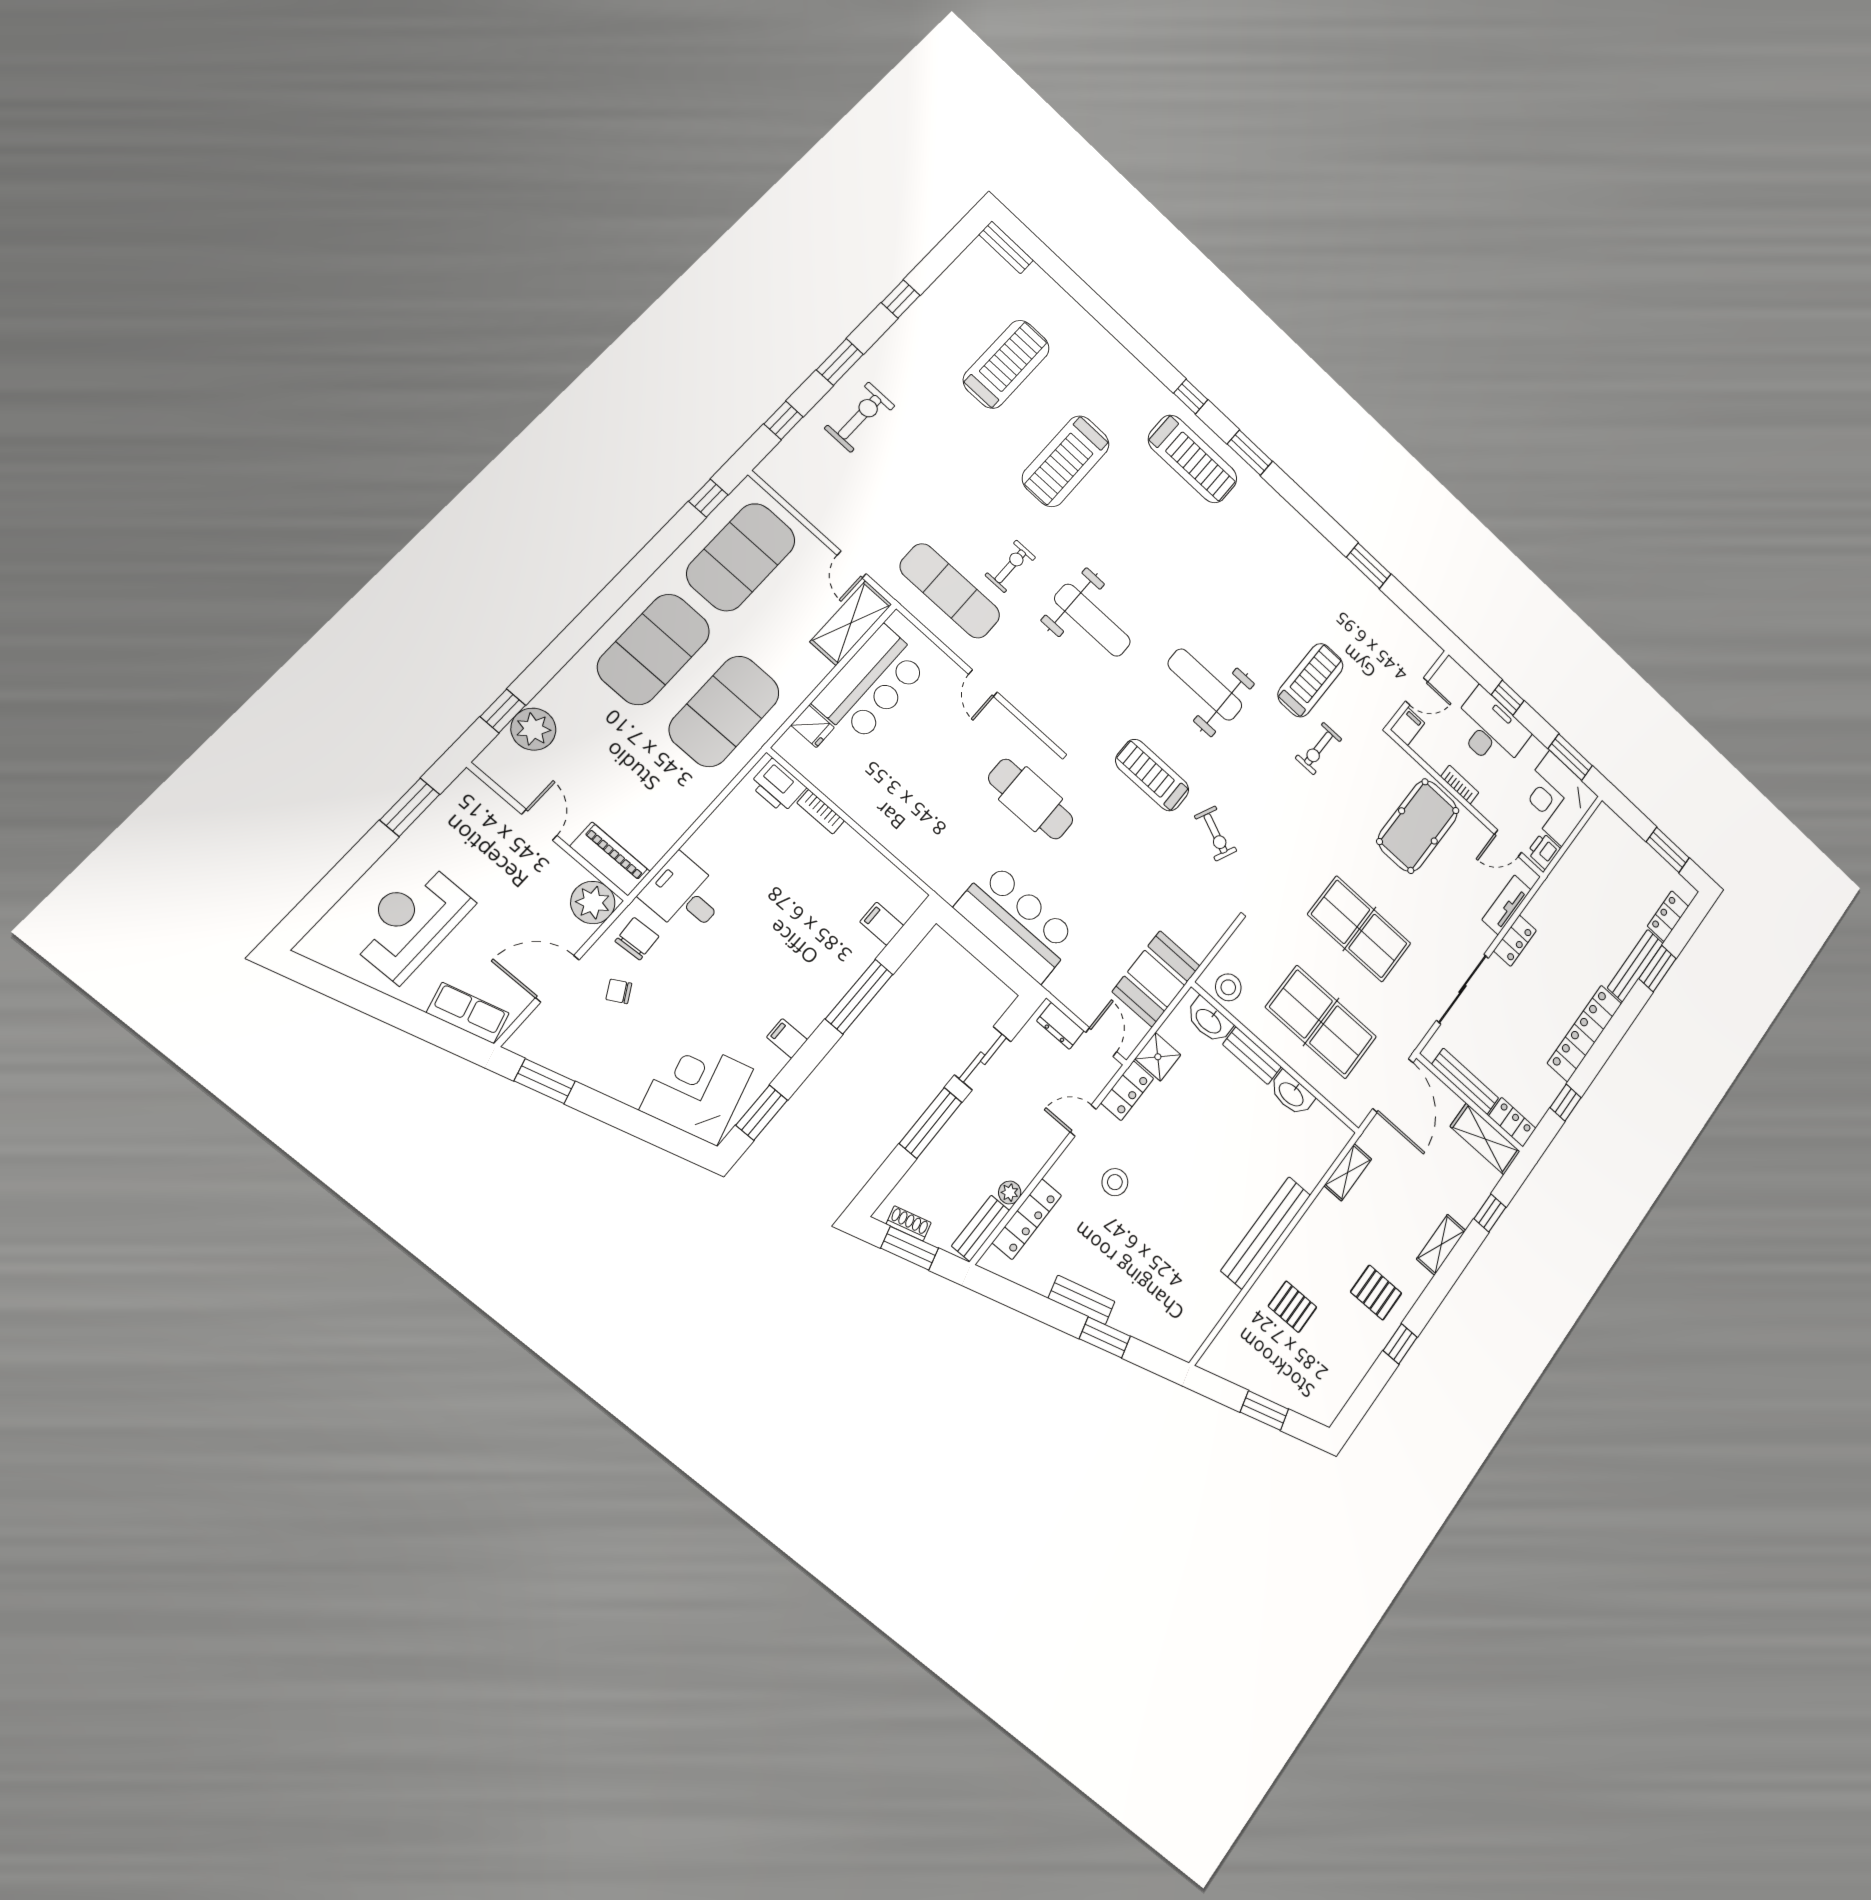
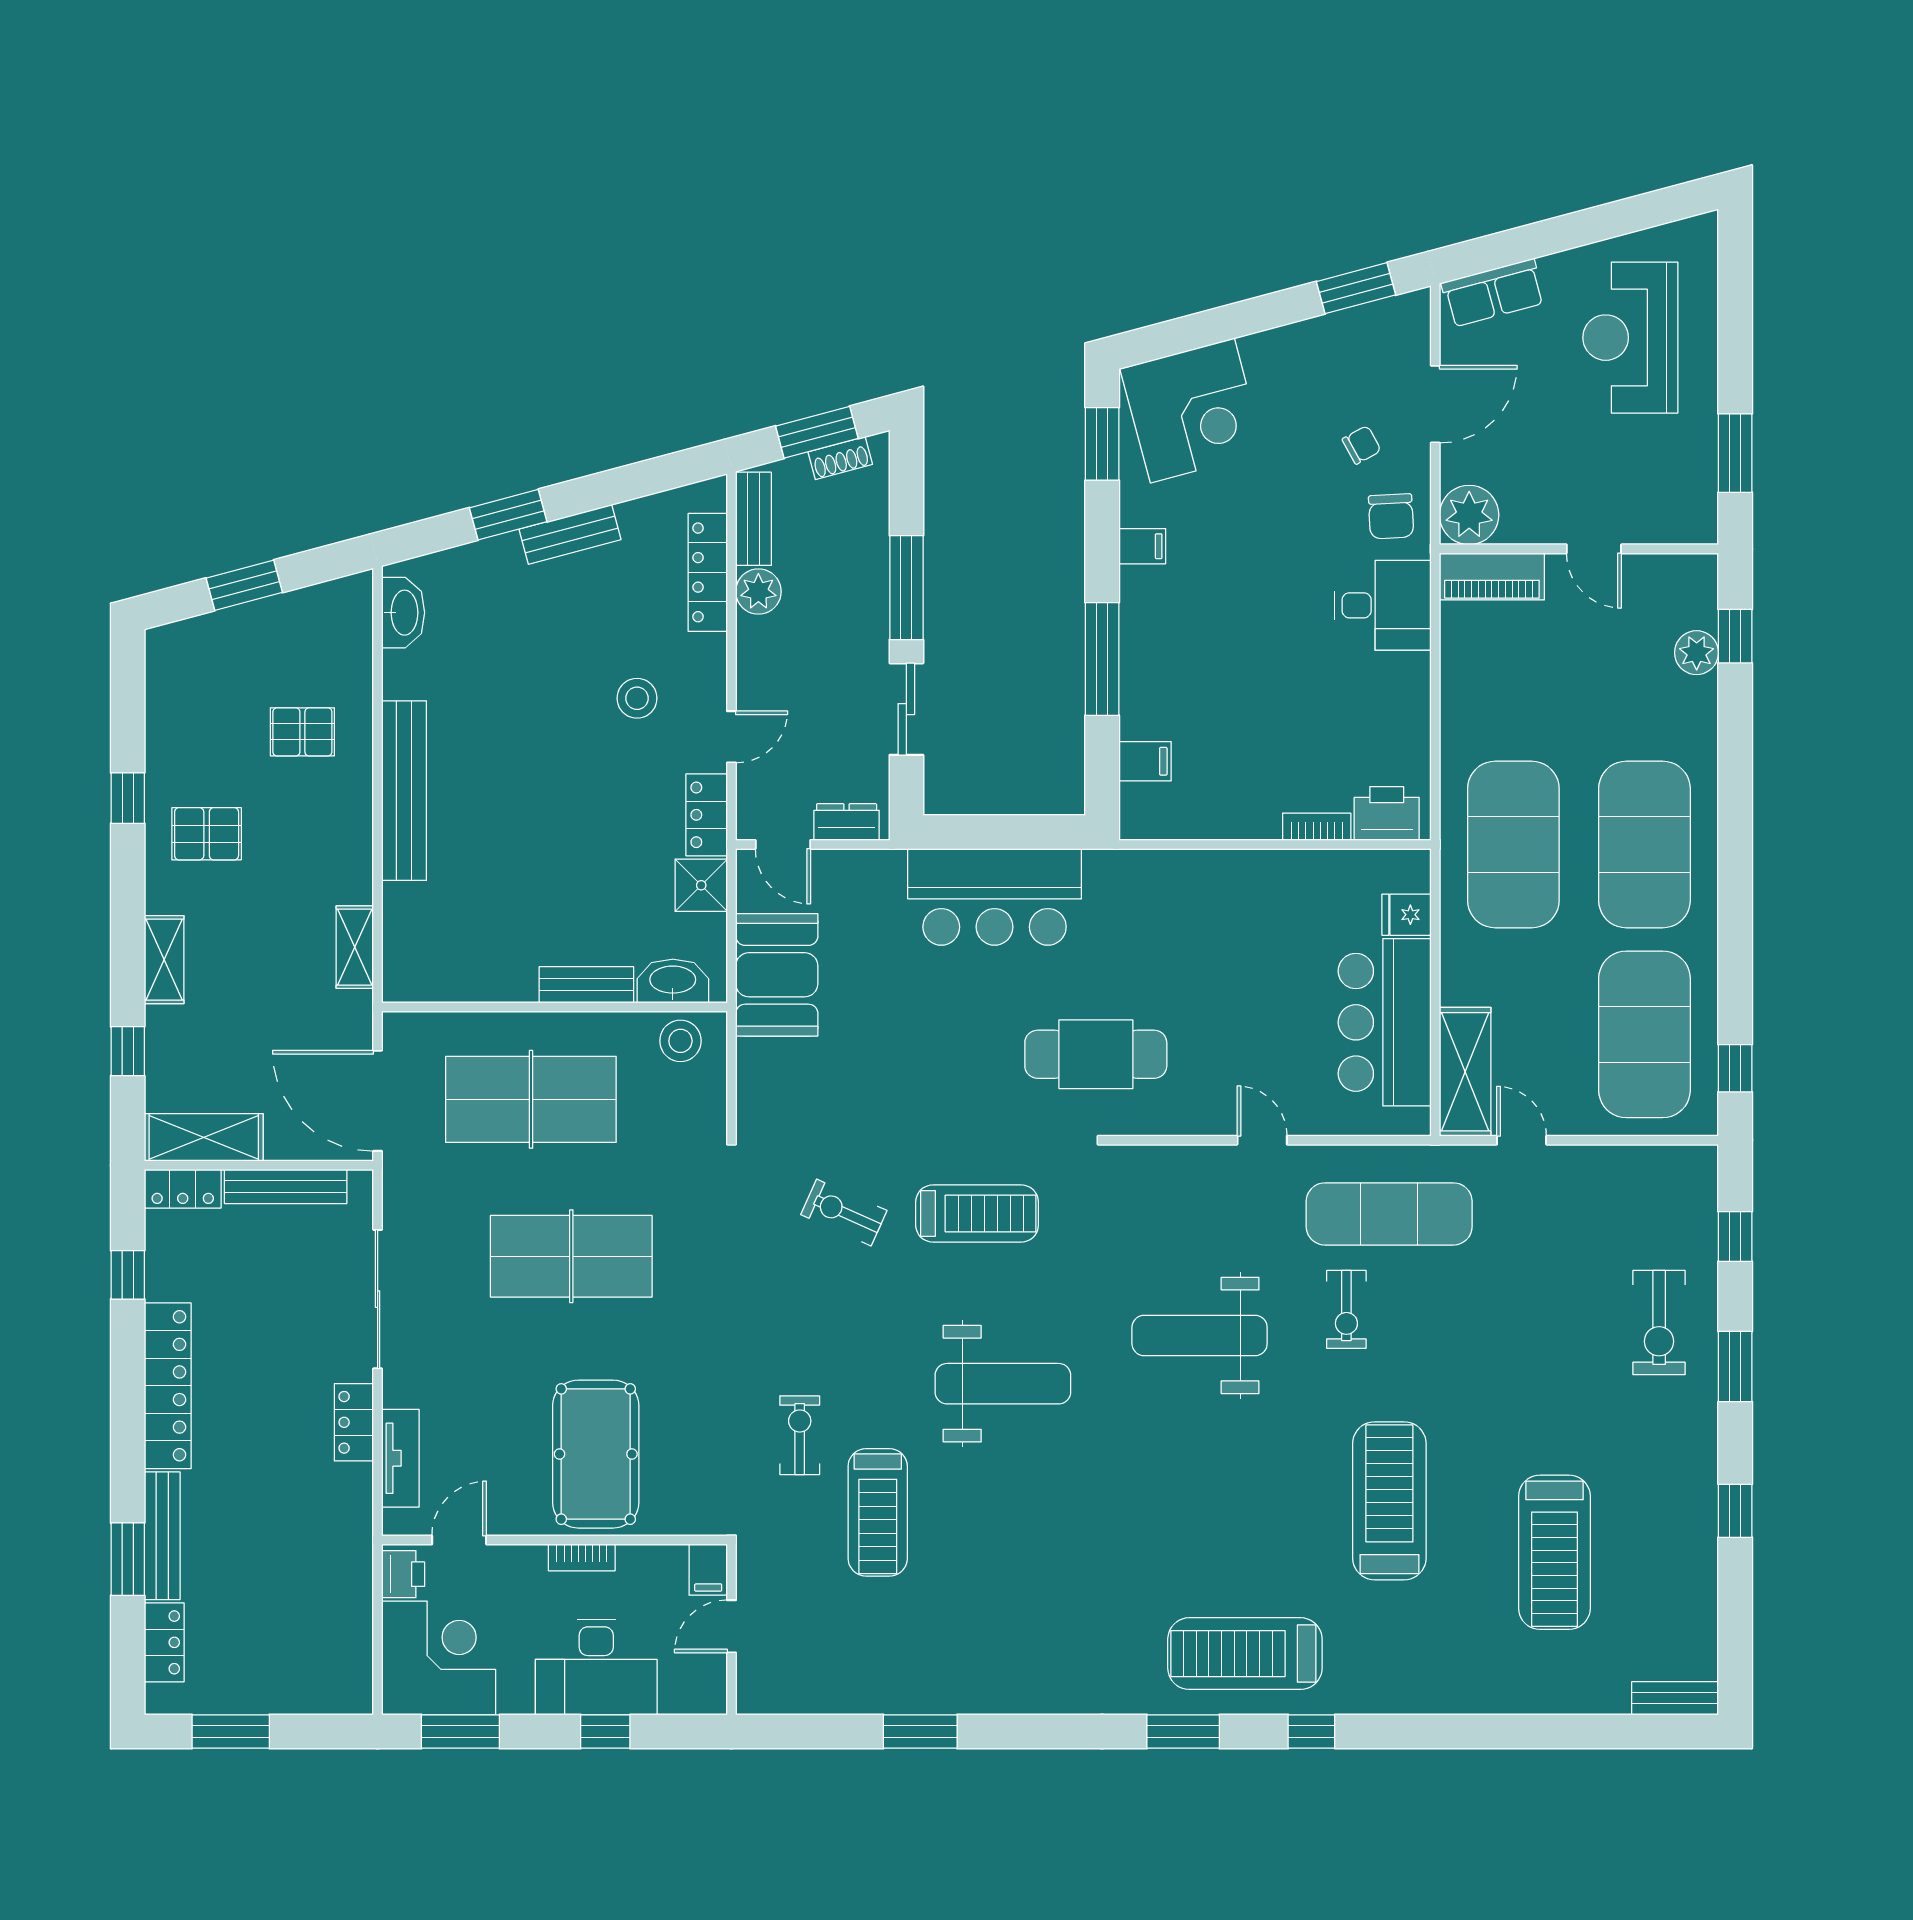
plant: (533, 729) -> (1697, 653), width x0.73, depth x0.73
reception desk: (411, 921) -> (1630, 338), turned 180
washbasin: (1292, 1094) -> (403, 613), moved, turned 90
plant: (1010, 1193) -> (758, 592), width x1.38, depth x1.38

